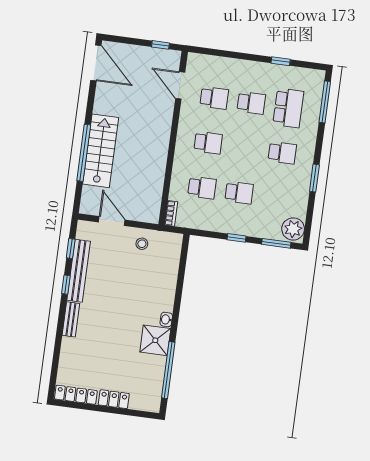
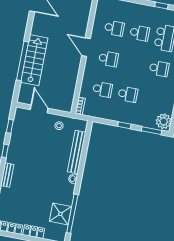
door: (180, 85) -> (86, 47), moved
bench: (79, 271) -> (77, 152), moved
shower: (155, 340) -> (60, 214), moved

